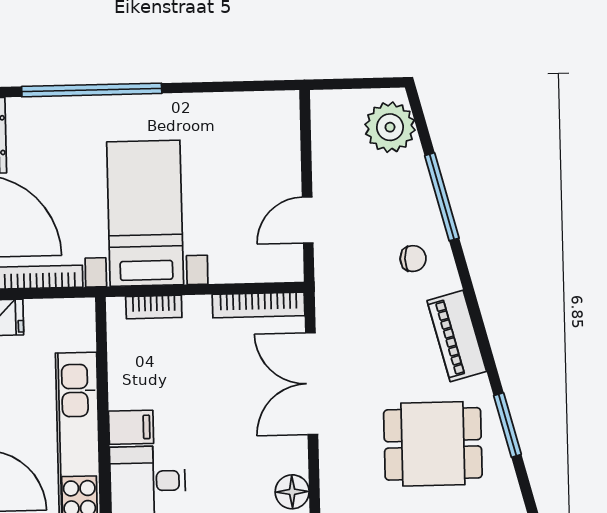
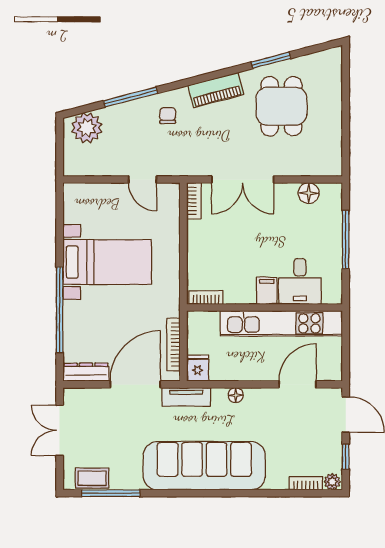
bed with nightstands: (145, 213) -> (107, 262), moved, turned 180
bookcase: (259, 305) -> (194, 201), width x0.64
bookcase: (154, 307) -> (206, 298), moved, turned -90

